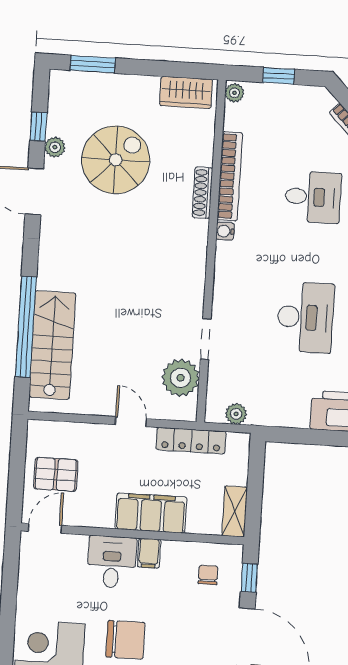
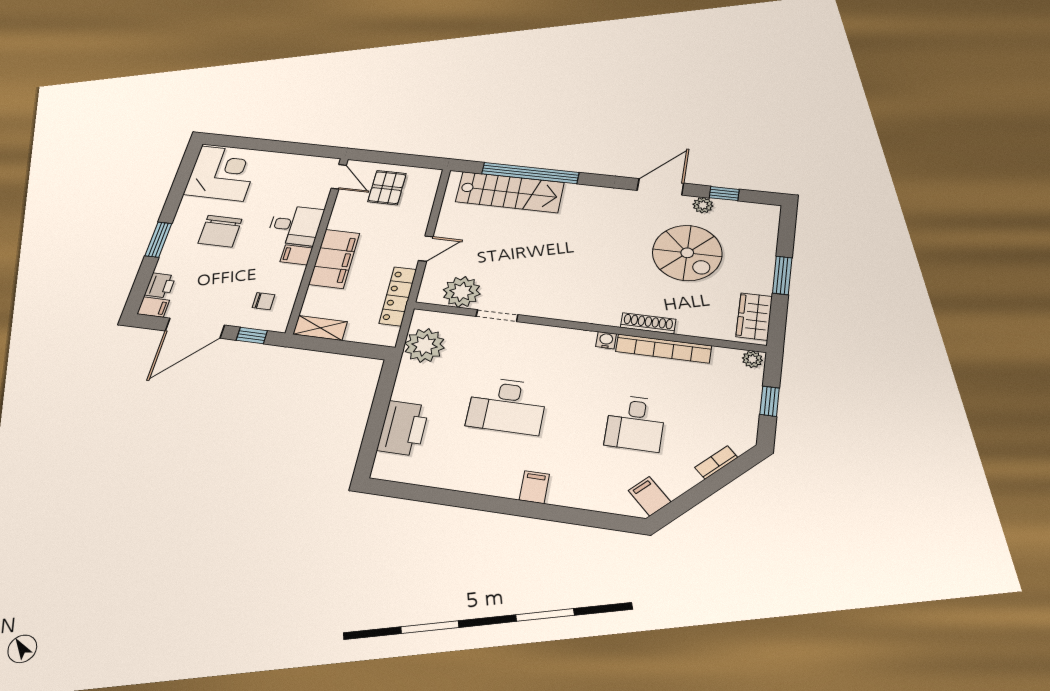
window: (93, 64) -> (782, 275), moved
plant: (236, 414) -> (424, 345), width x1.87, depth x1.87

